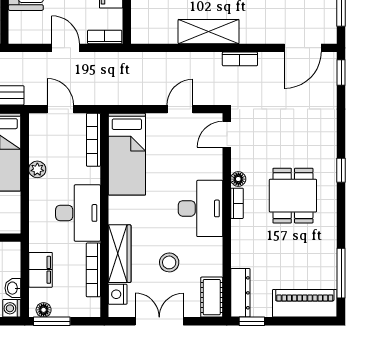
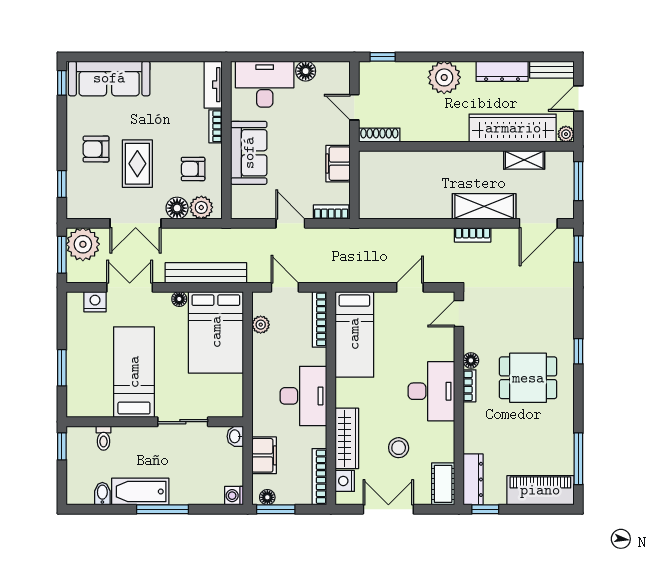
shelving: (209, 32) -> (484, 206), moved
plant: (37, 169) -> (261, 325), moved
dining table: (293, 196) -> (528, 378), turned 90
bookcase: (93, 270) -> (319, 477), moved
washbasin: (13, 288) -> (235, 436), moved

